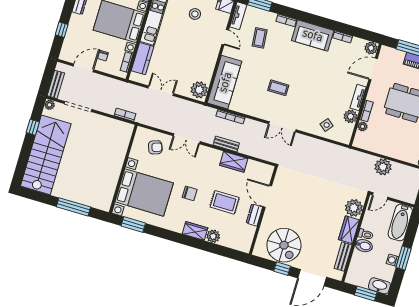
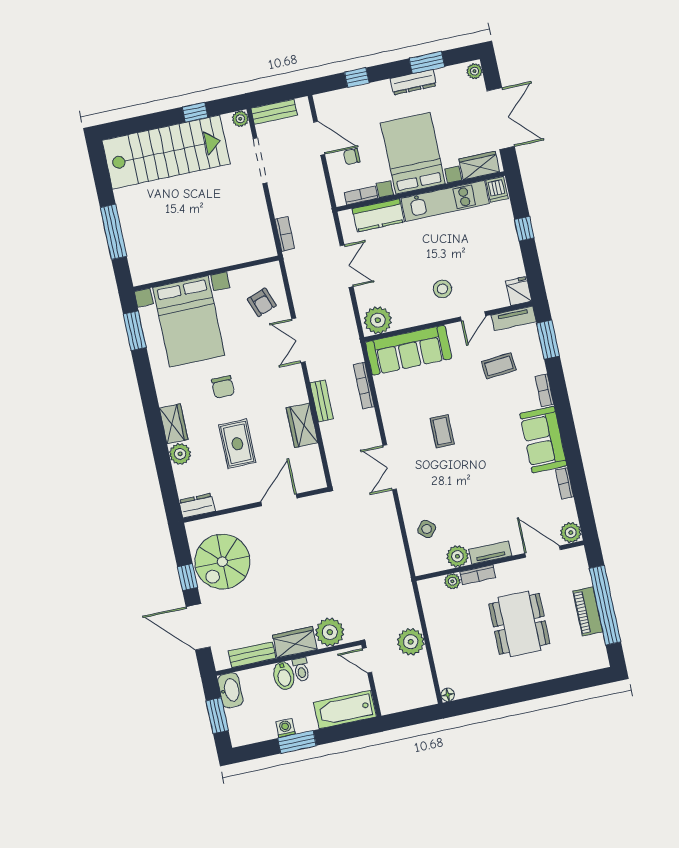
stool: (195, 14) -> (442, 289), moved
dresser: (254, 215) -> (197, 506), moved
washbasin: (379, 286) -> (230, 690), moved

